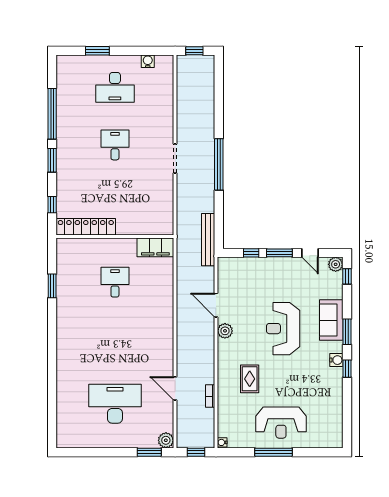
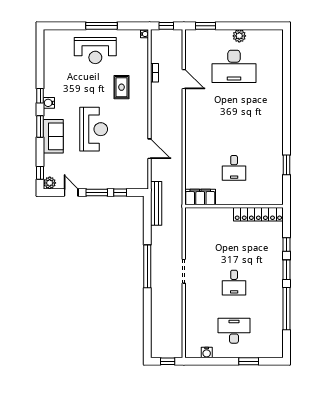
window: (52, 205) -> (287, 244), moved
plant: (225, 331) -> (142, 127), removed
reception desk: (281, 423) -> (95, 51), turned 180
plant: (166, 440) -> (239, 36), moved

